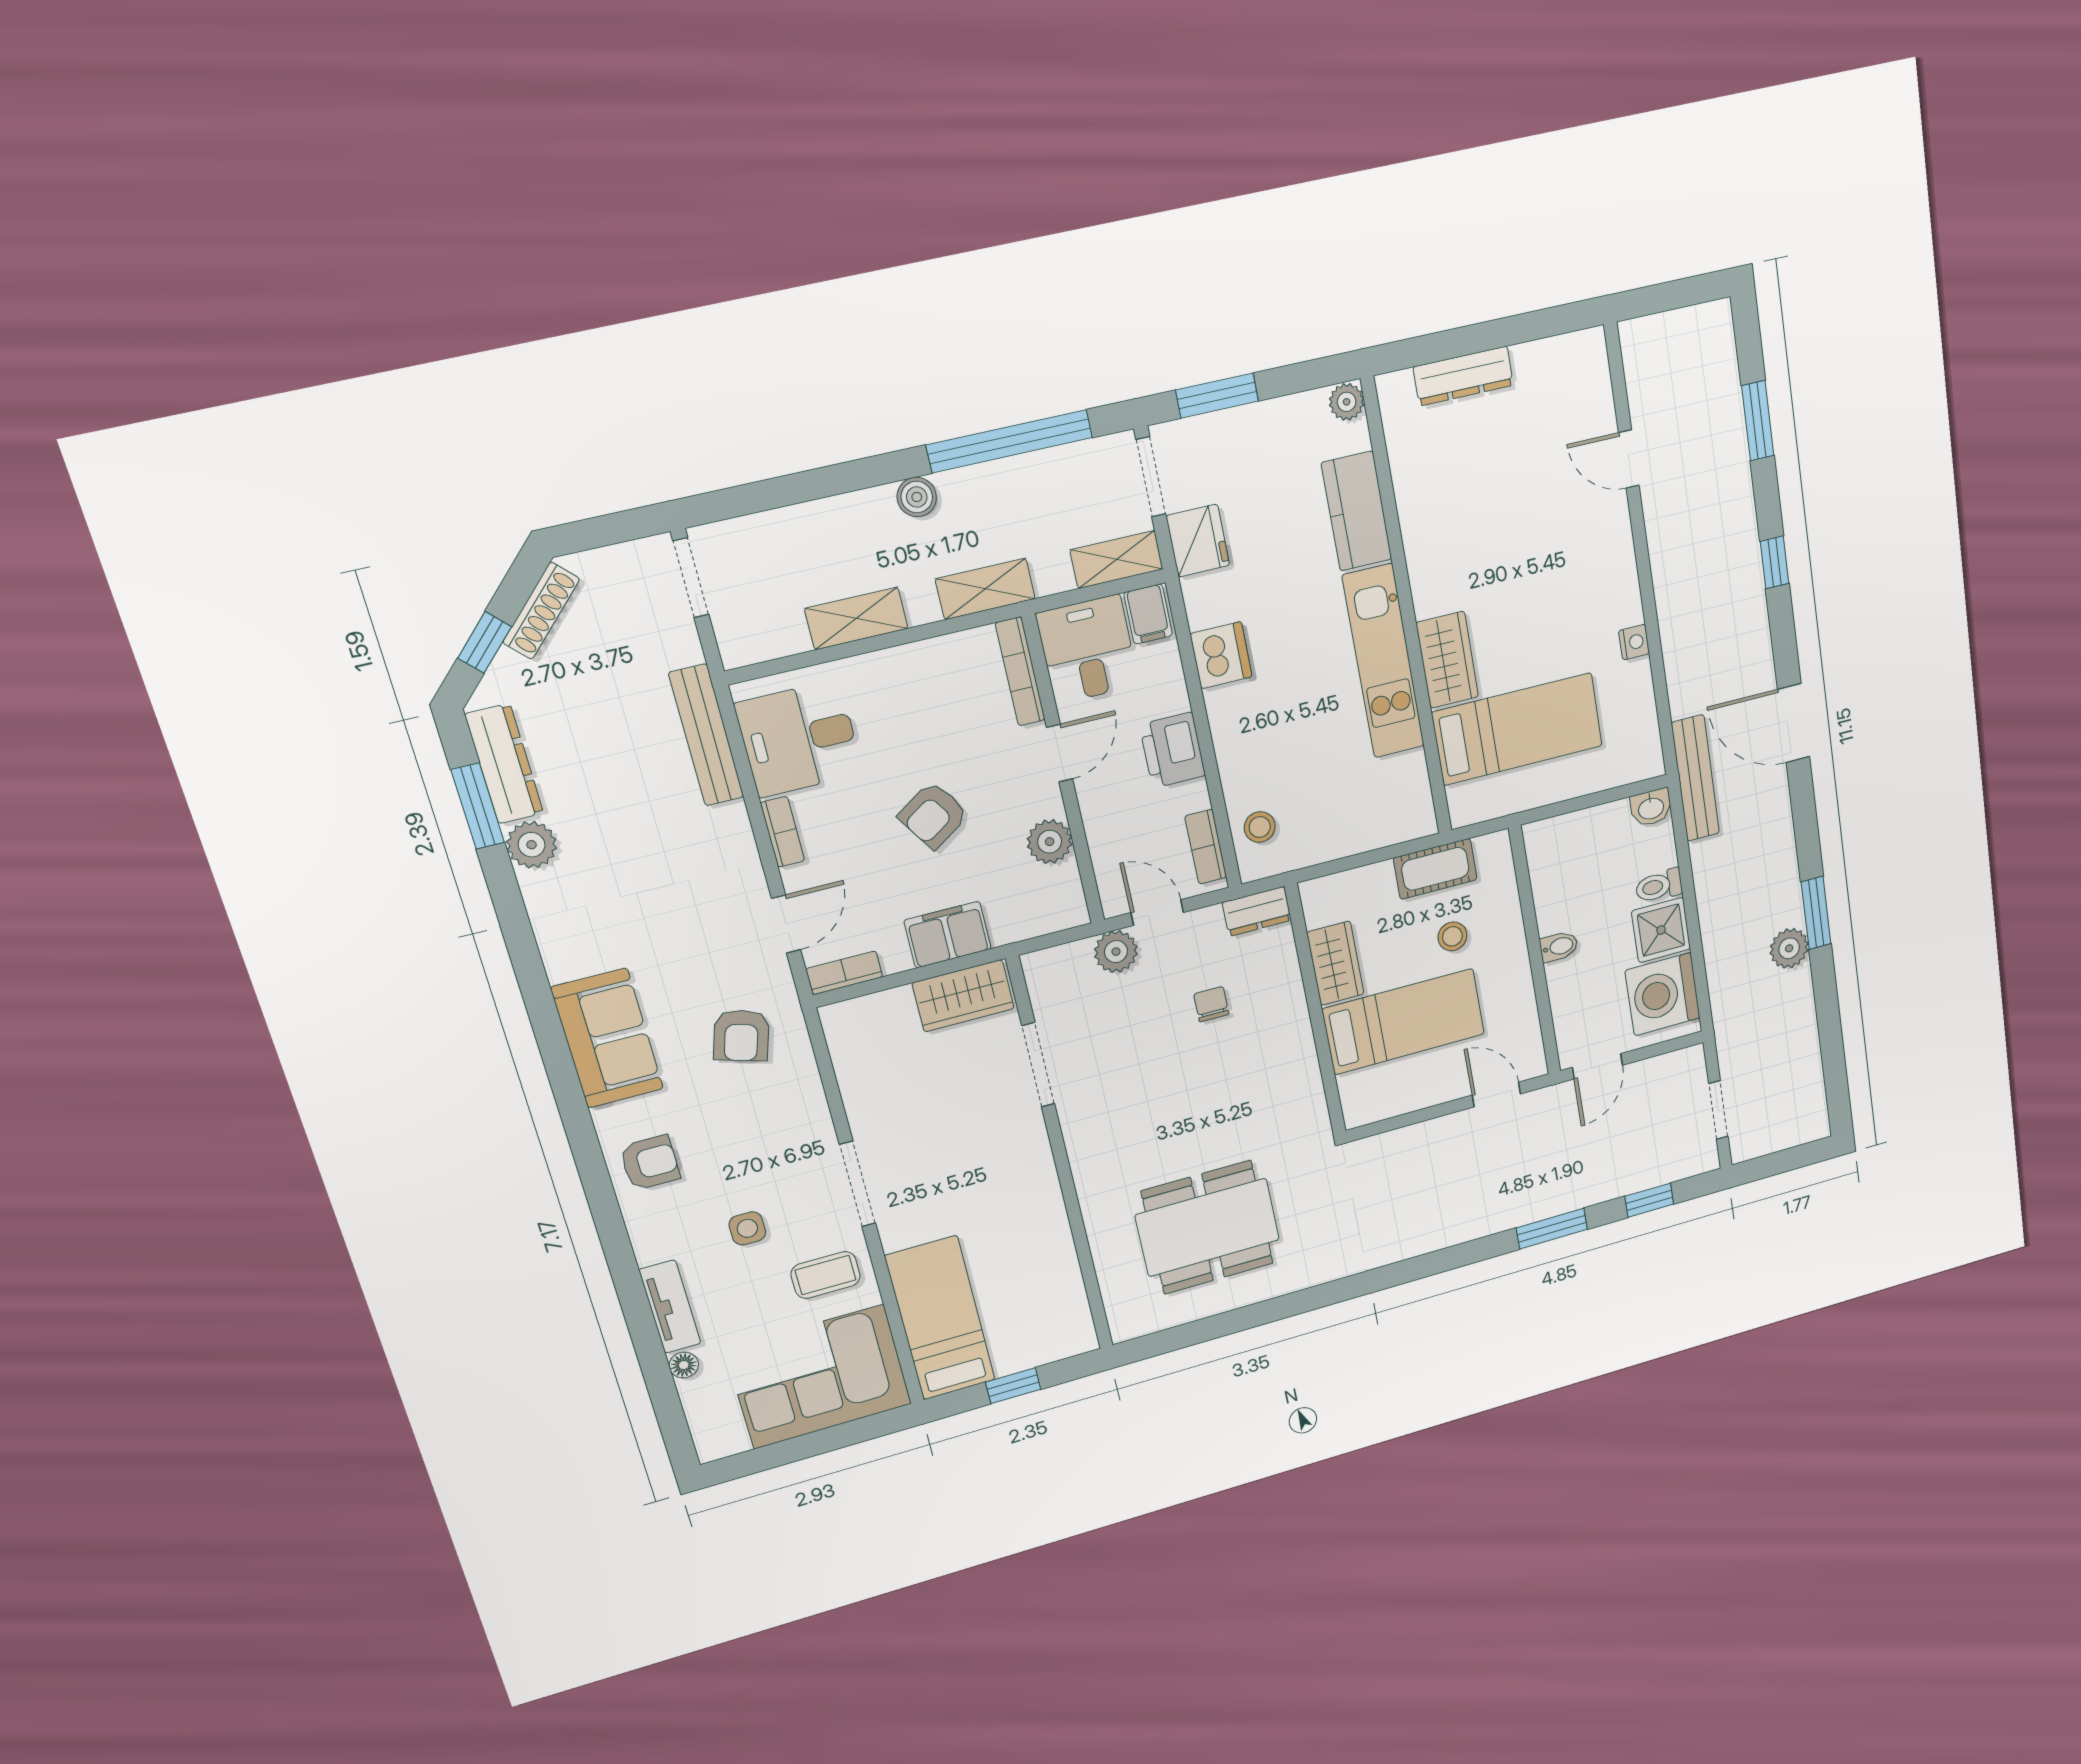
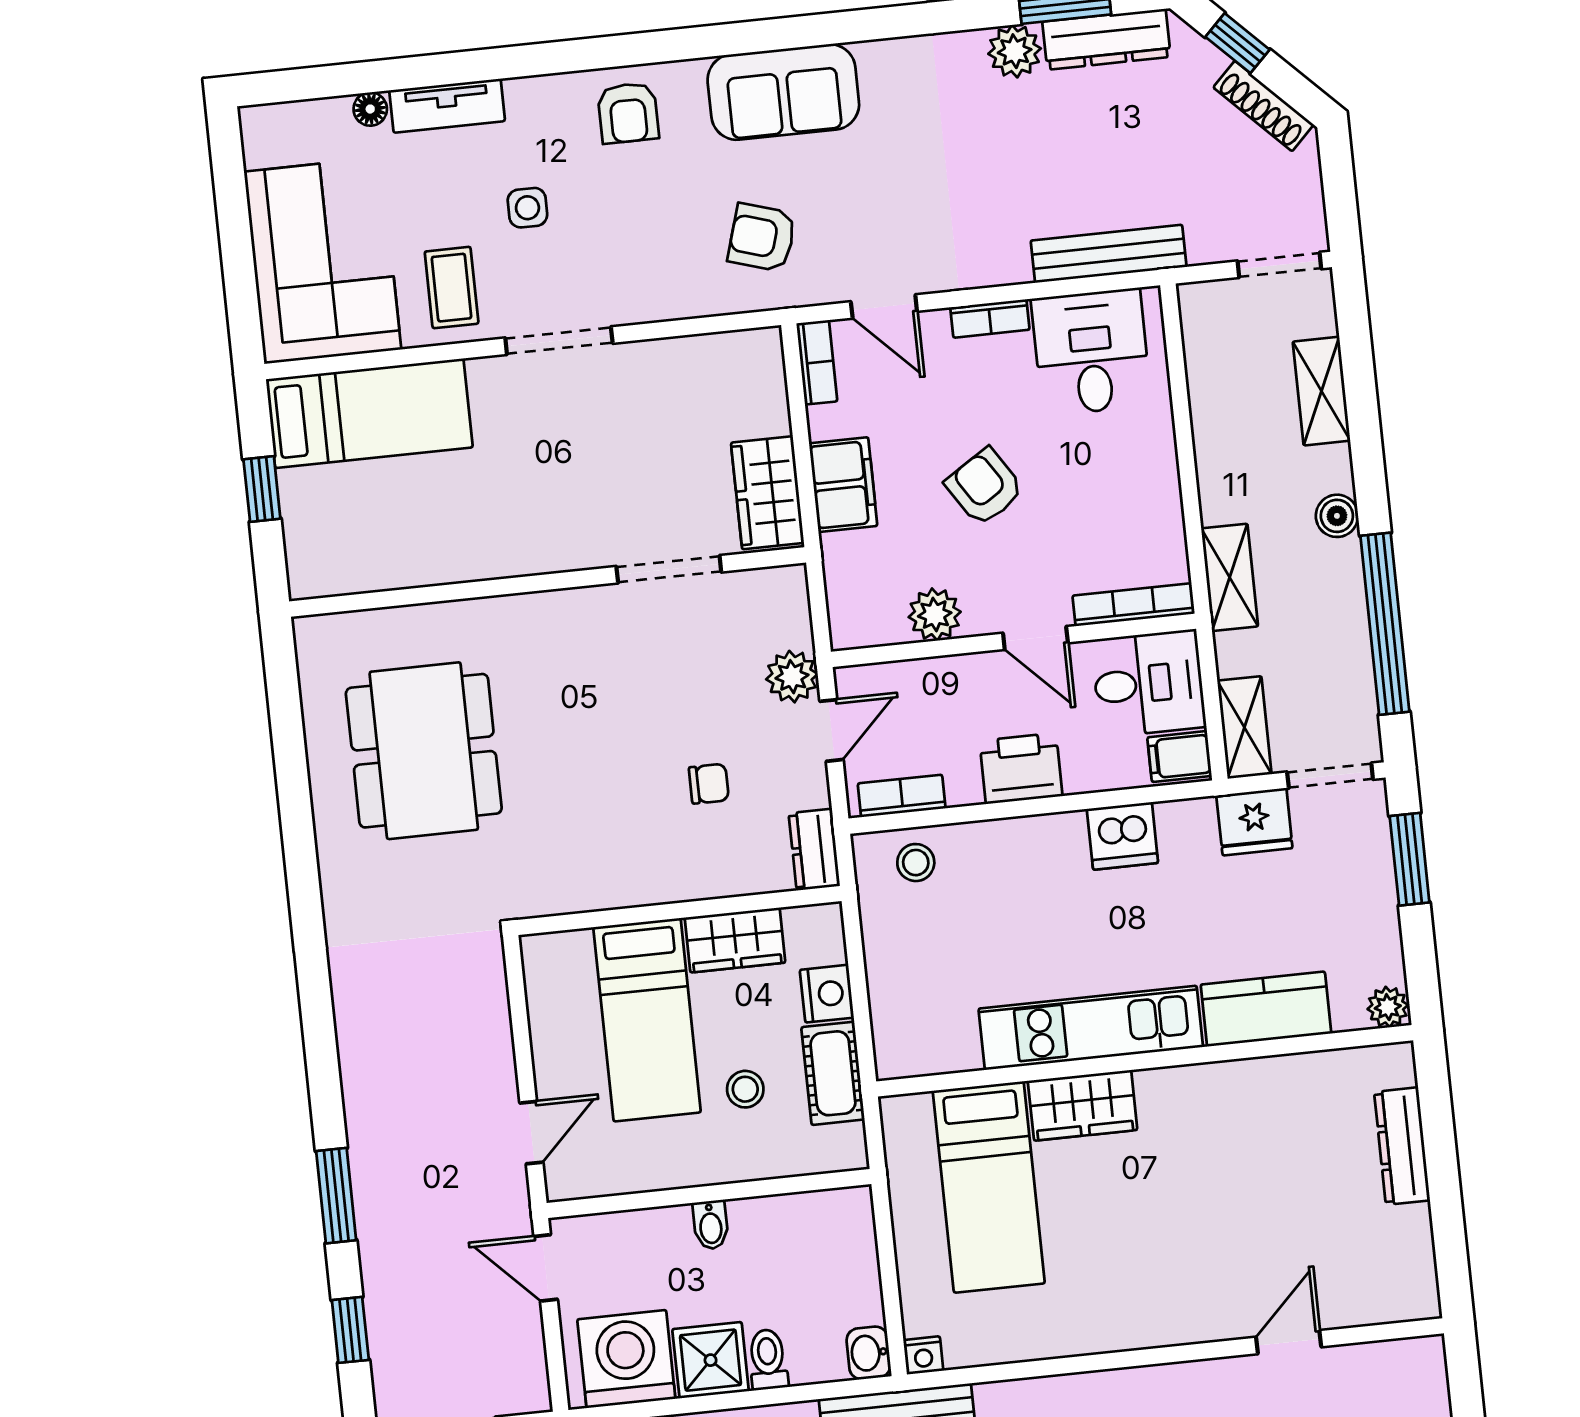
shelving: (856, 618) -> (1321, 391), moved
nightstand: (1634, 642) -> (923, 1355), moved
nightstand: (1372, 883) -> (827, 994), added

